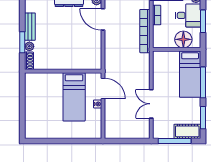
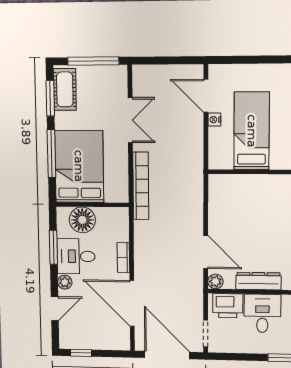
bookcase: (145, 31) -> (141, 186), moved
bed: (190, 74) -> (79, 166), width x1.50
door: (103, 88) -> (206, 96), moved
cot: (187, 131) -> (65, 89), moved, turned 90

